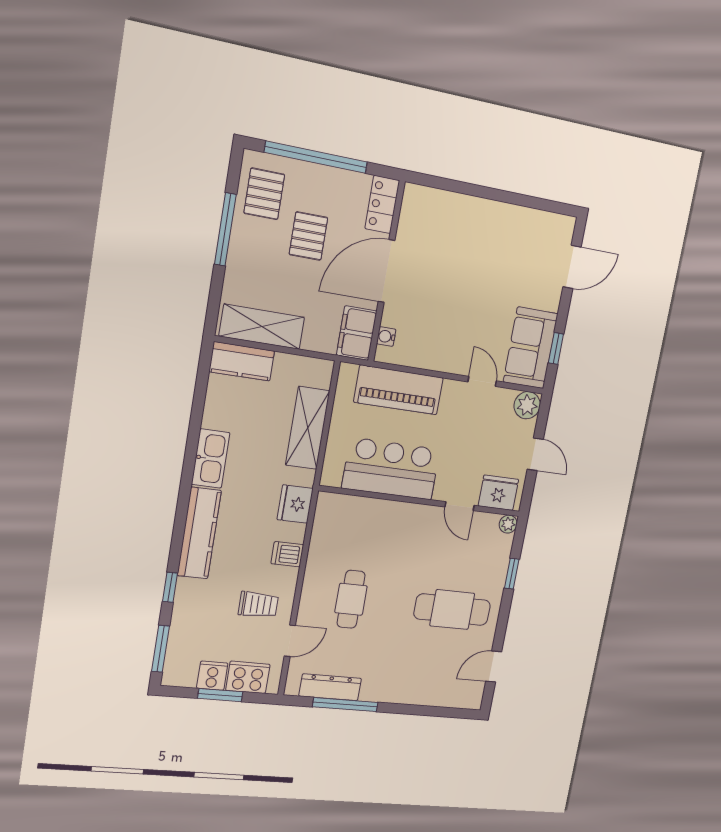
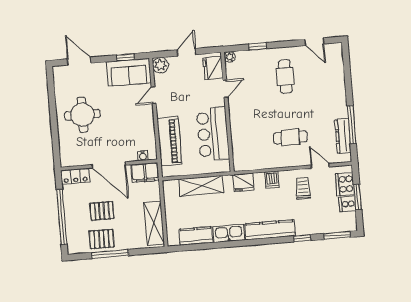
pallet: (264, 194) -> (102, 239), moved
round table: (484, 248) -> (82, 115), added
kitchen counter: (242, 361) -> (196, 236), moved, turned -90
cafe table: (452, 610) -> (285, 77), width x0.73, depth x0.74

